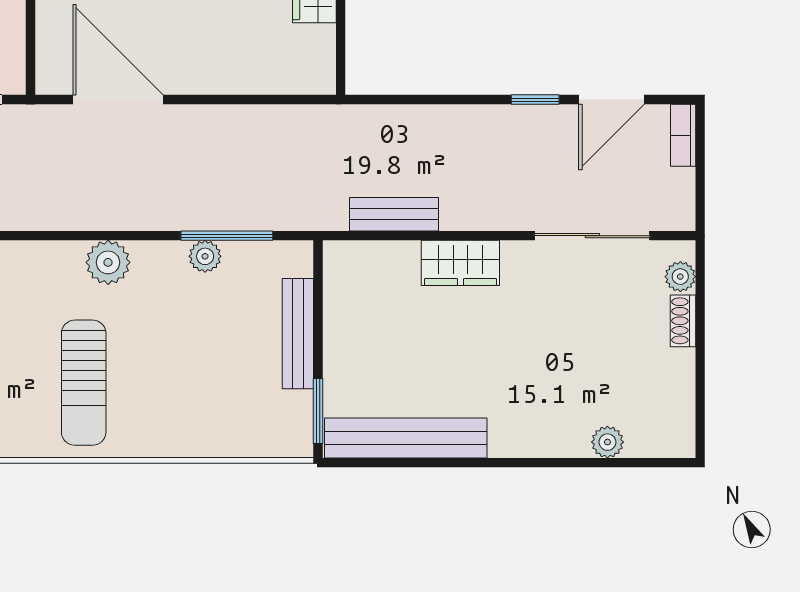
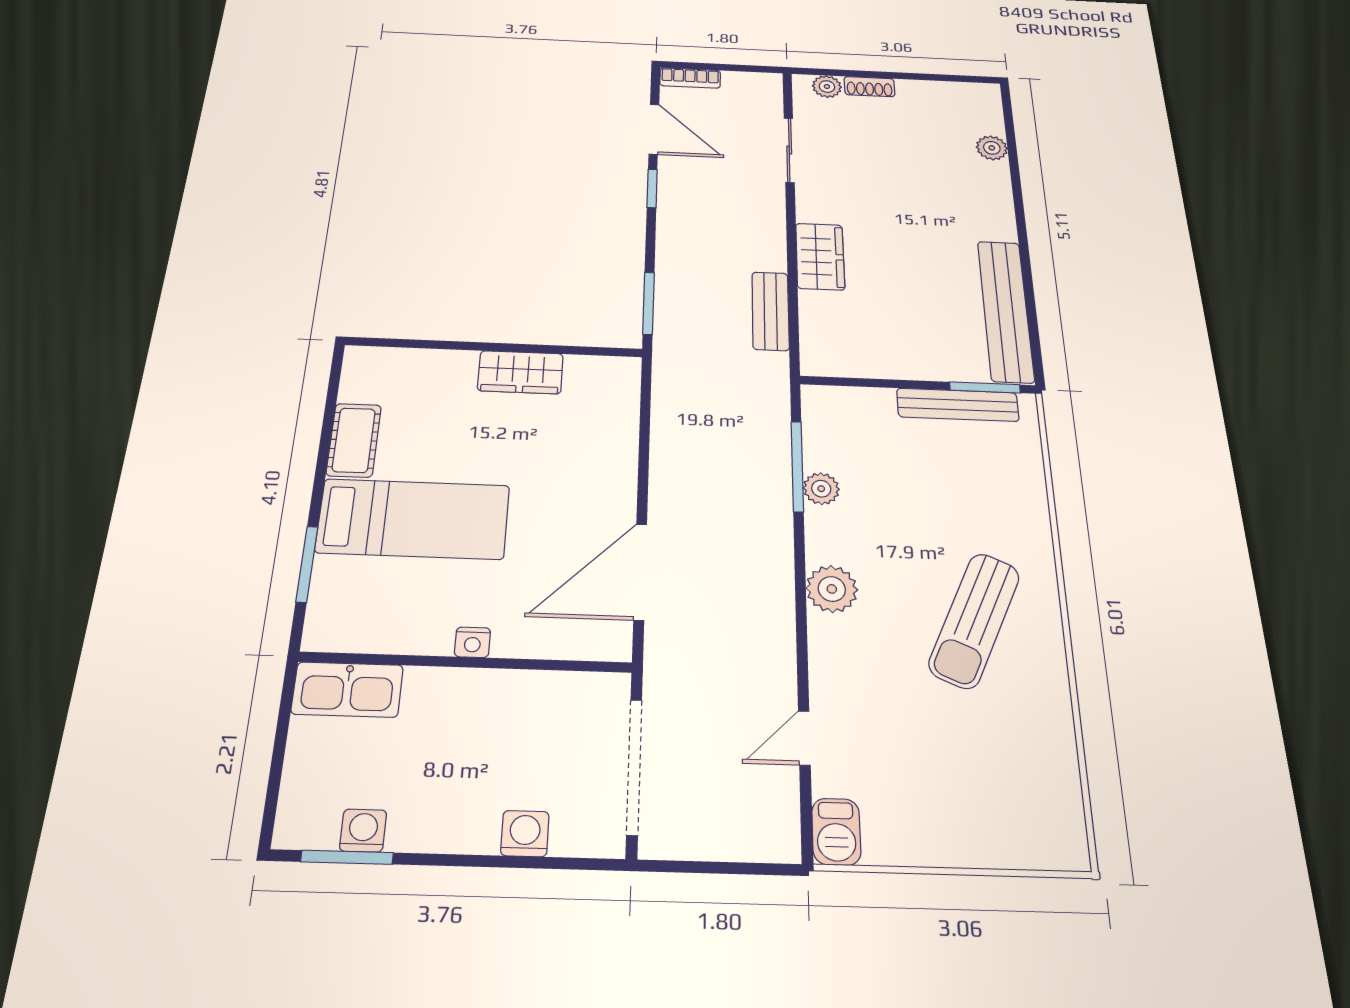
window: (397, 100) -> (649, 303), added
sliding door: (592, 236) -> (789, 150), width x0.73
bench: (298, 334) -> (958, 405), moved
sun lounger: (84, 383) -> (974, 620), turned 114

